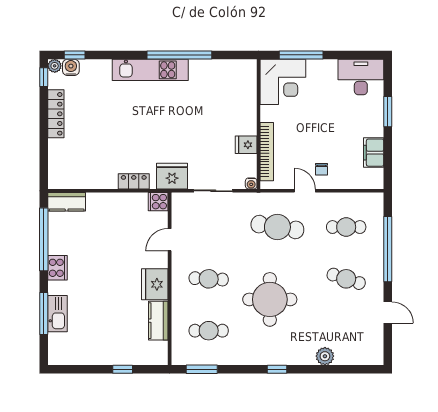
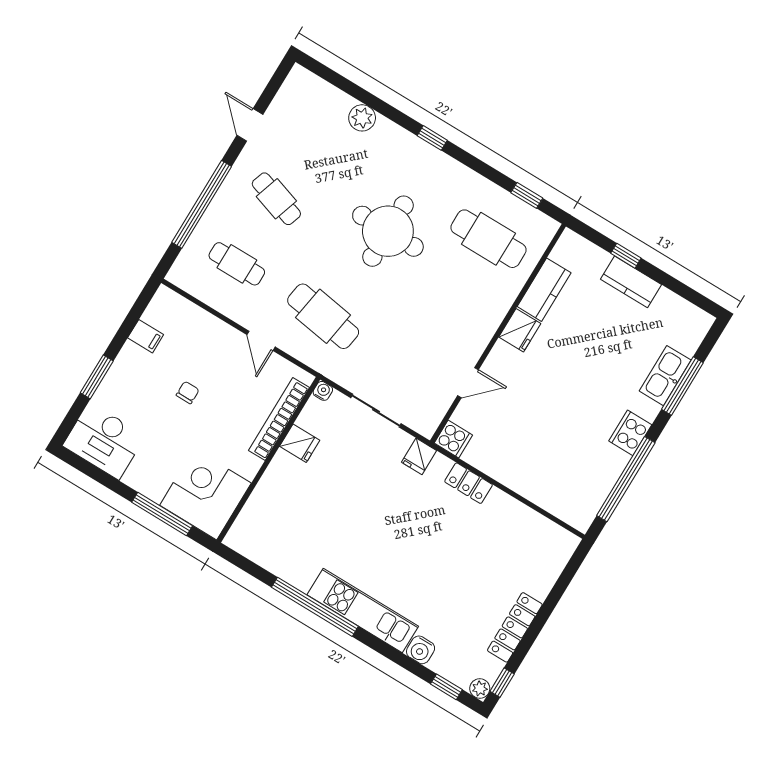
water cooler: (71, 67) -> (421, 650), moved
filing cabinet: (374, 153) -> (146, 336), width x0.50
chair: (322, 169) -> (188, 392), moved
fridge: (172, 176) -> (419, 456), width x0.53, depth x0.75
kitchen counter: (67, 202) -> (631, 282), moved, turned 180
cafe table: (209, 279) -> (449, 304), removed
fridge: (155, 284) -> (520, 330), width x0.73, depth x0.75
cafe table: (209, 331) -> (488, 239), width x1.37, depth x1.35
window: (202, 369) -> (527, 195), width x0.67

